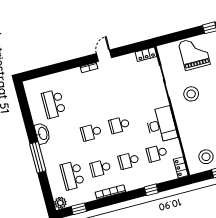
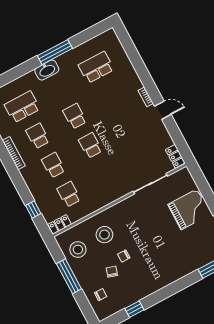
stool: (191, 94) -> (104, 235), moved
desk: (161, 125) -> (102, 192), removed
washbasin: (42, 134) -> (47, 70), moved
window: (38, 157) -> (55, 52), moved
window: (151, 190) -> (33, 209), moved

